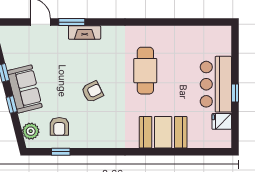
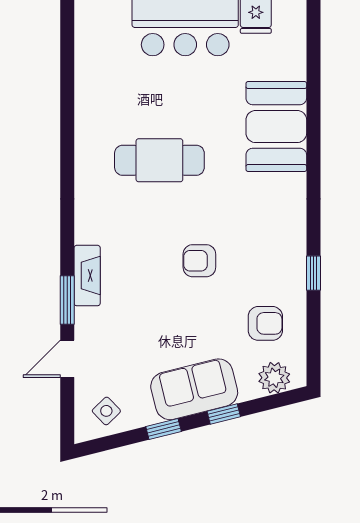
side table: (13, 43) -> (106, 411), added
armchair: (92, 92) -> (199, 261), turned -64
window: (61, 152) -> (313, 273), moved

